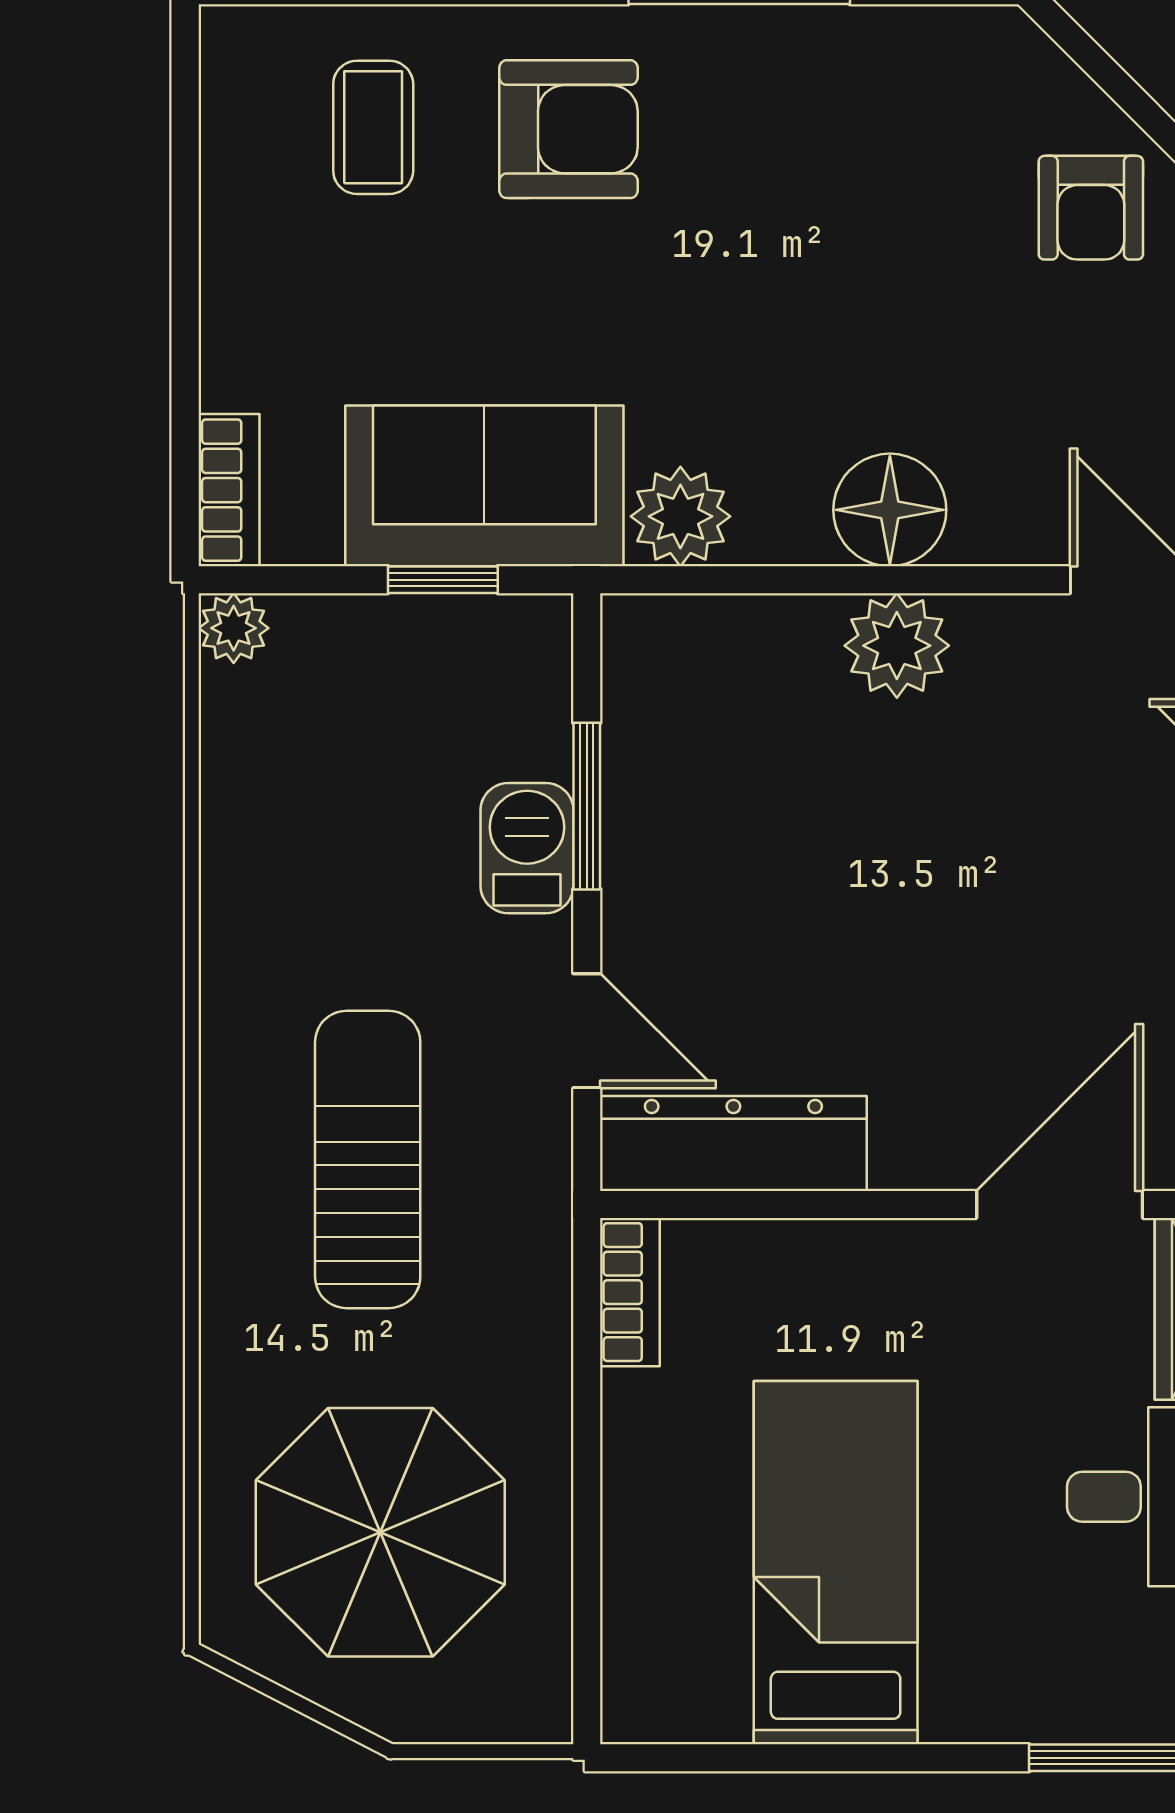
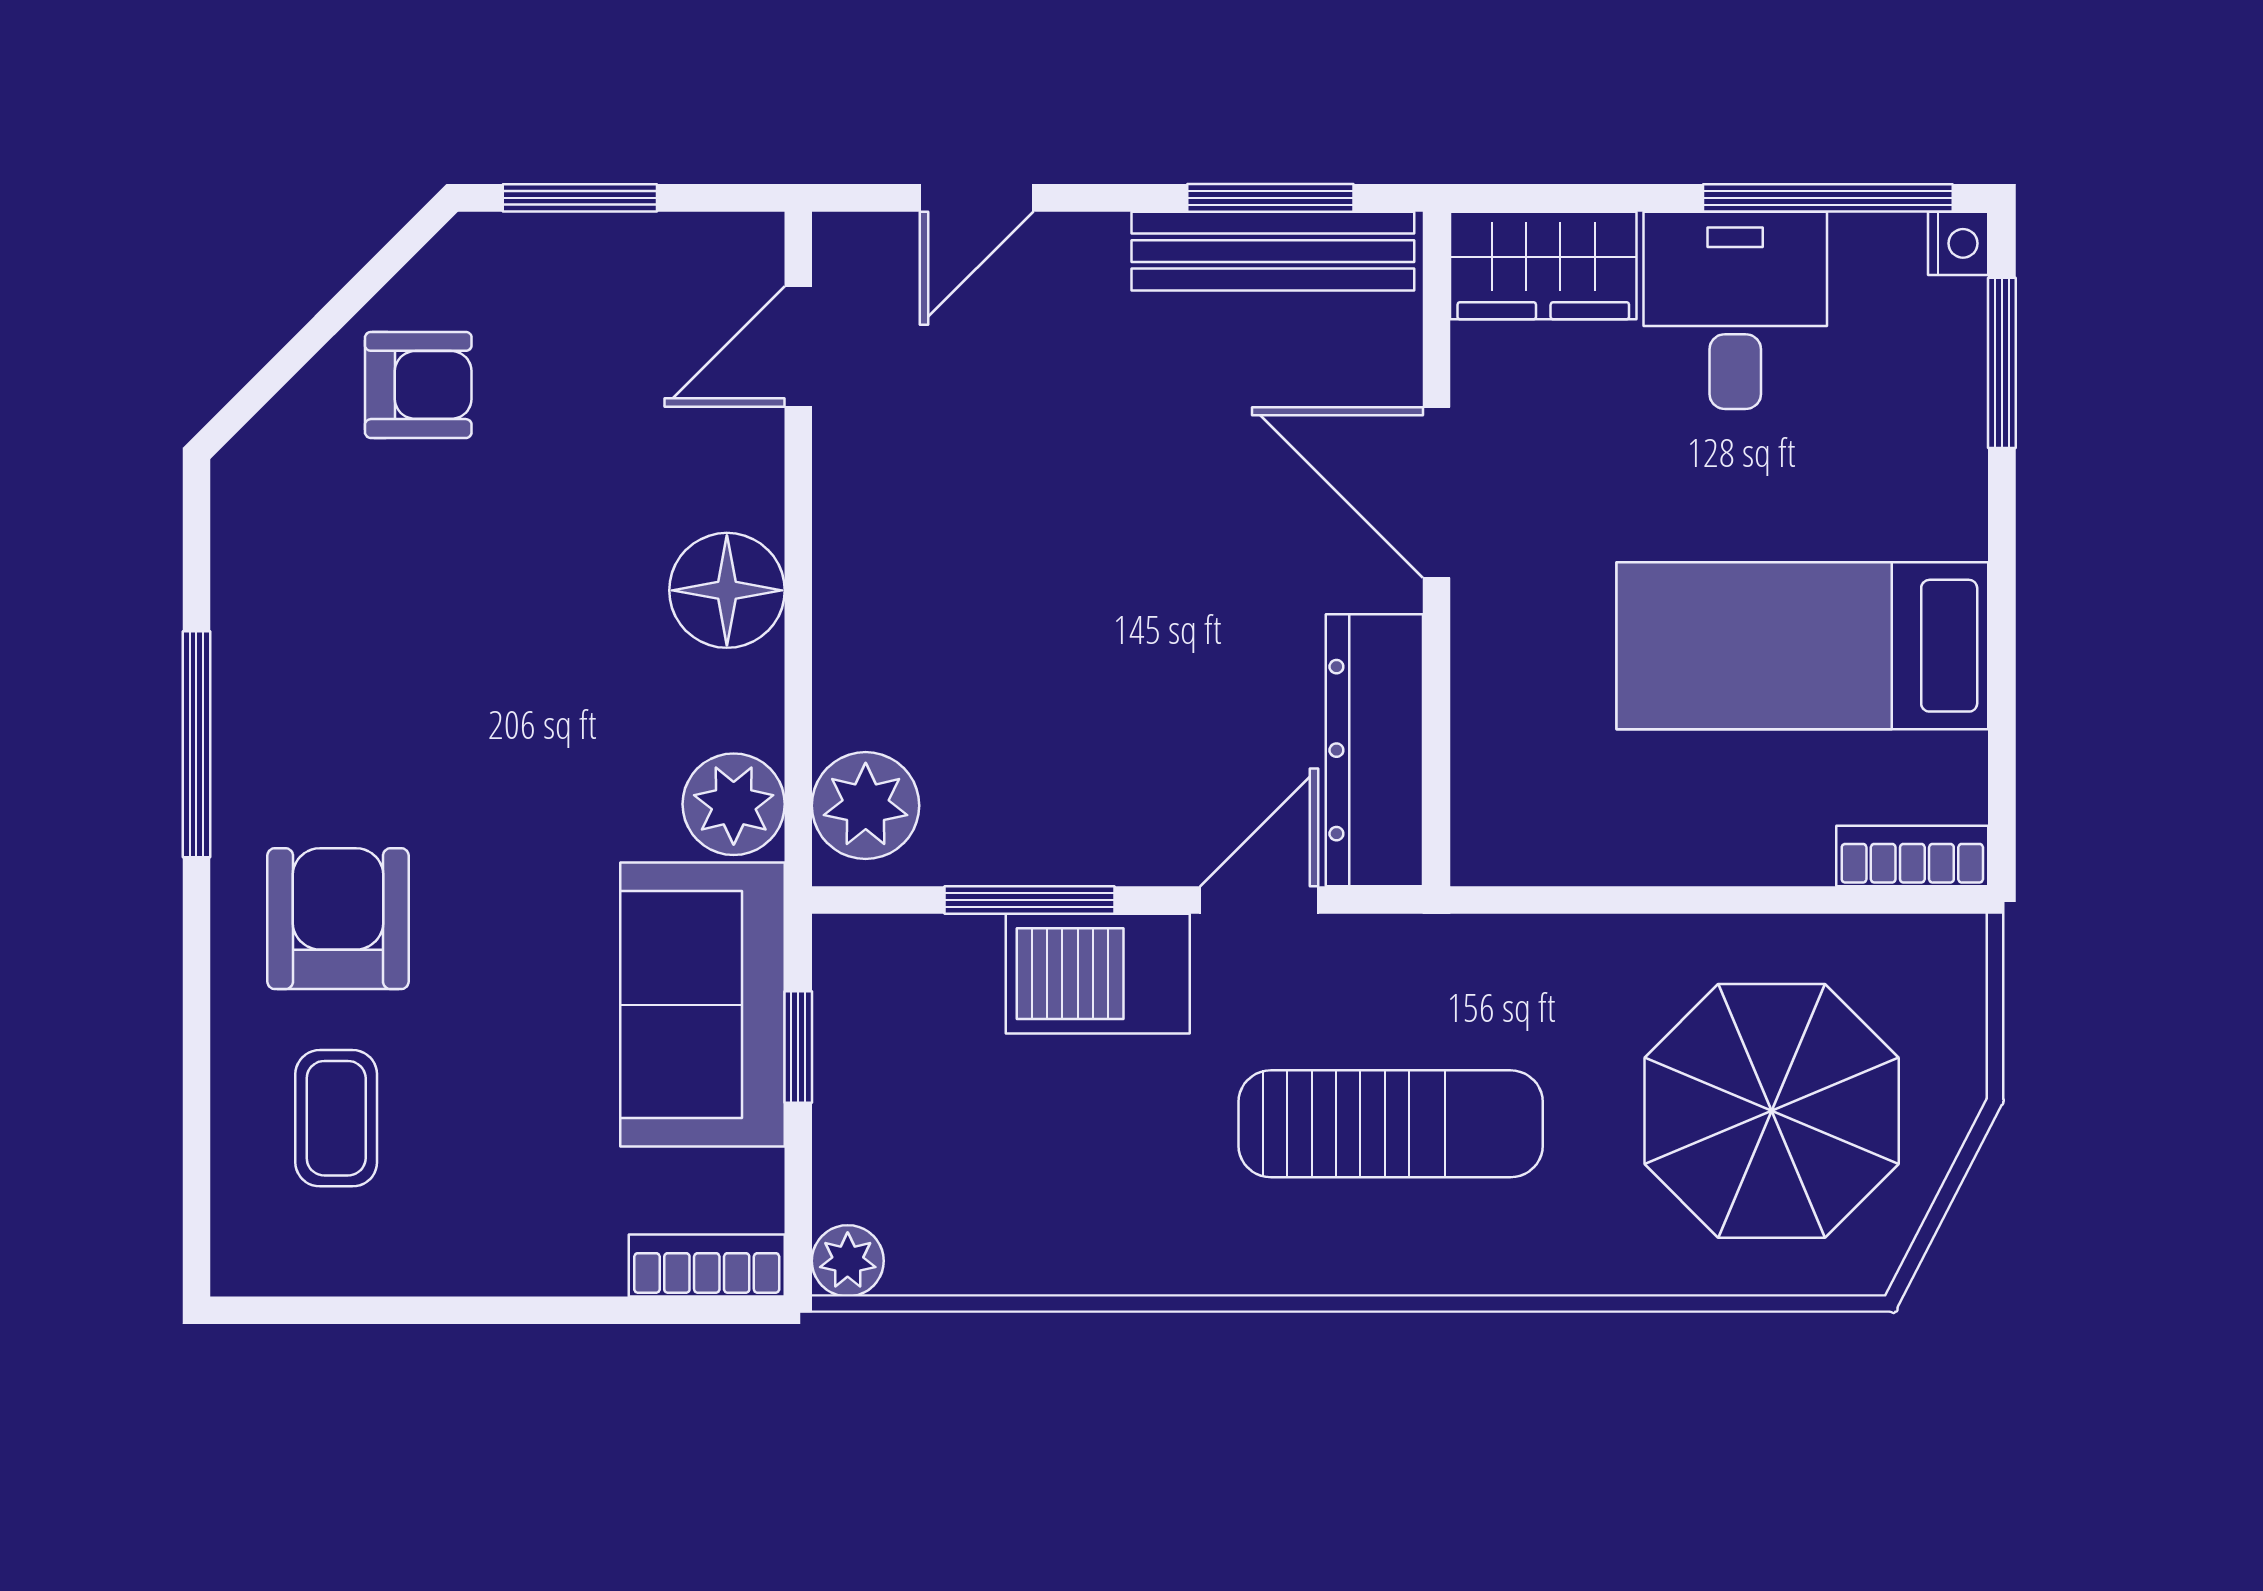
coffee table: (373, 127) -> (336, 1118), turned 90
plant: (897, 646) -> (866, 806), moved
barbecue: (527, 848) -> (1098, 974), width x1.38, depth x1.27
sun lounger: (368, 1159) -> (1391, 1124), turned 180
door: (1060, 1204) -> (1437, 493), moved
bookcase: (630, 1292) -> (1912, 856), moved

